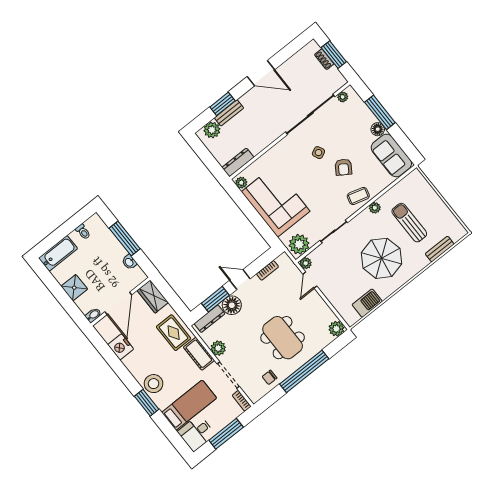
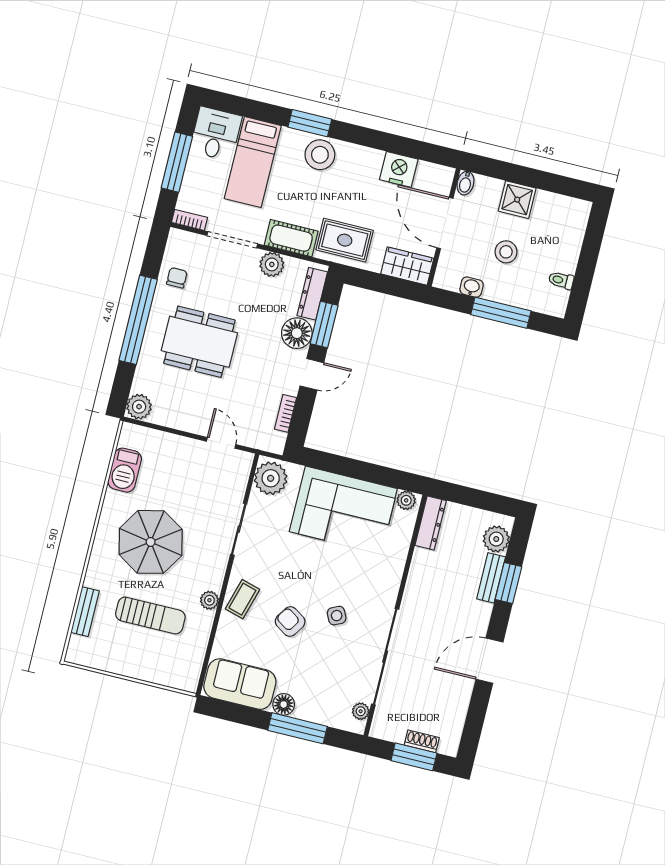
bathtub: (58, 253) -> (572, 228), removed
plant: (306, 263) -> (243, 460), removed
stool: (99, 266) -> (506, 252), added

